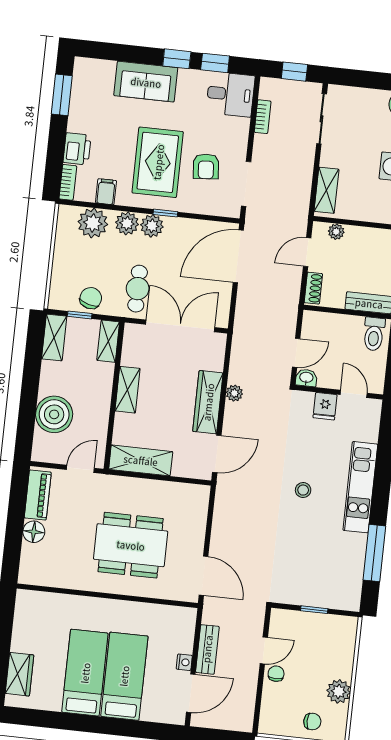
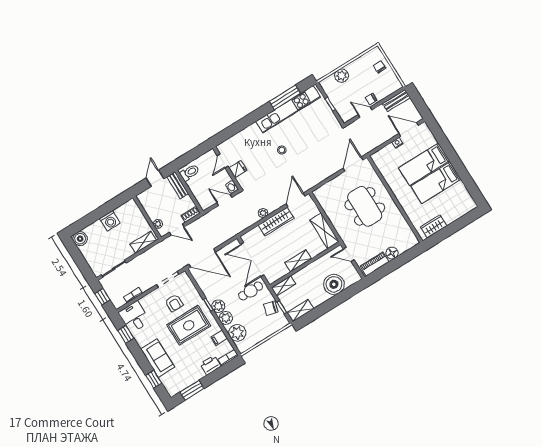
window: (177, 59) -> (154, 379), moved
armchair: (206, 166) -> (174, 303), turned 95
door: (217, 454) -> (296, 200), hinge flipped
kitchen unit: (360, 487) -> (288, 109), moved, width x1.36
bench: (207, 649) -> (396, 101), moved
wardrobe: (19, 674) -> (434, 226), moved
plant: (339, 691) -> (342, 76), moved

